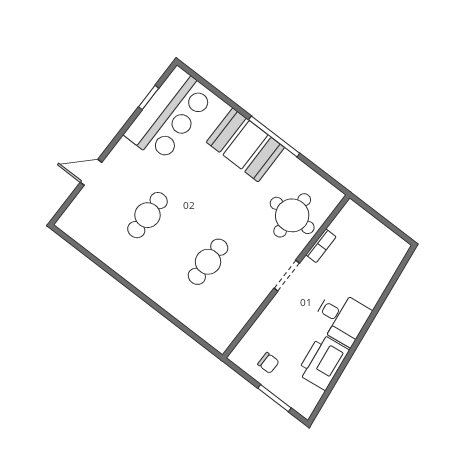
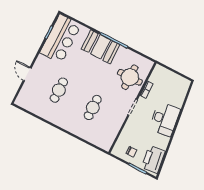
door: (91, 172) -> (27, 74), hinge flipped
desk: (341, 318) -> (165, 119), width x1.37
printer: (323, 362) -> (153, 159), moved

